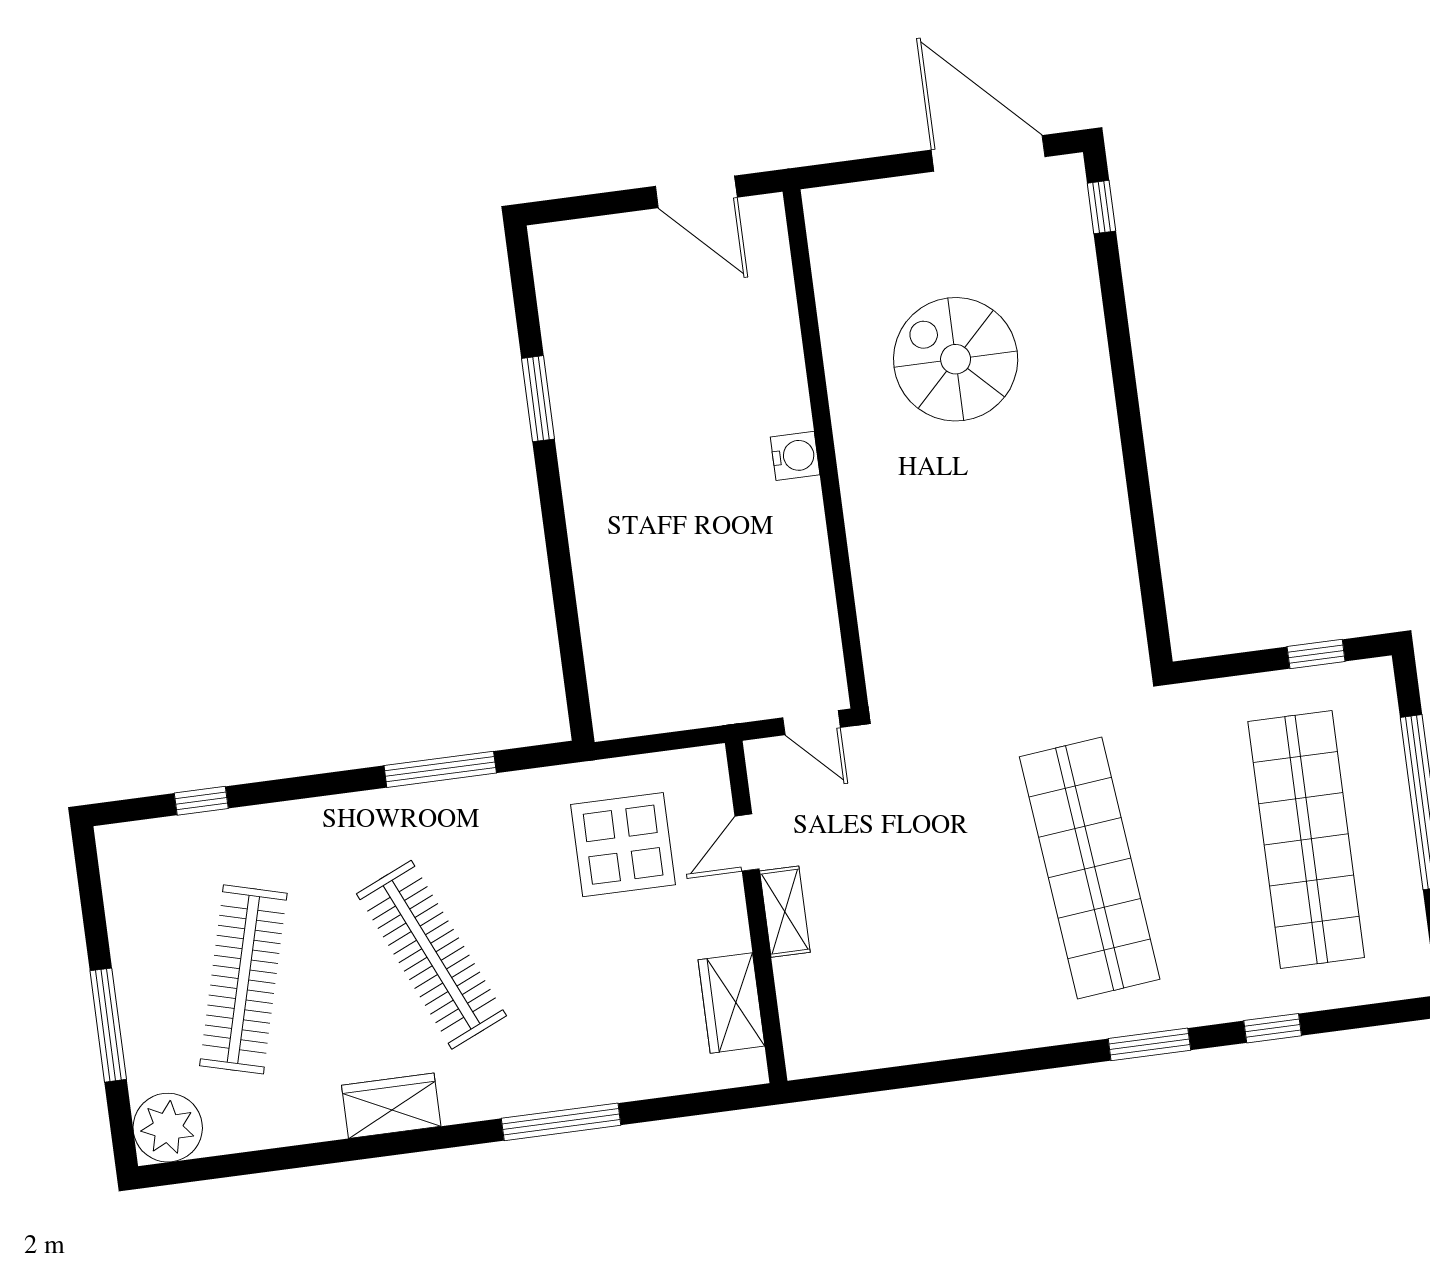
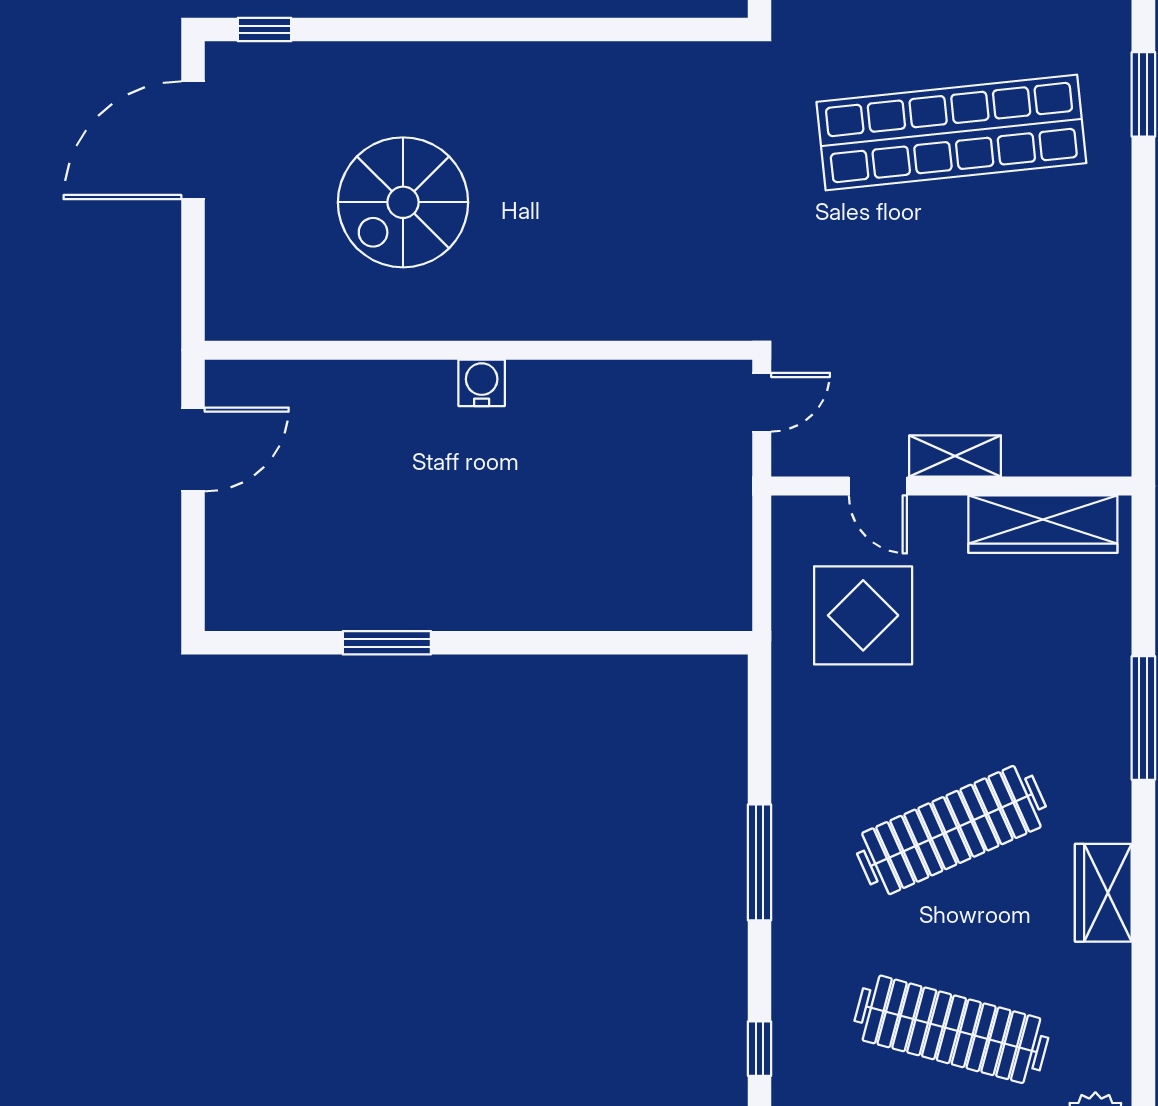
window: (440, 769) -> (759, 862), moved
wardrobe: (731, 1003) -> (1043, 524), width x1.50

